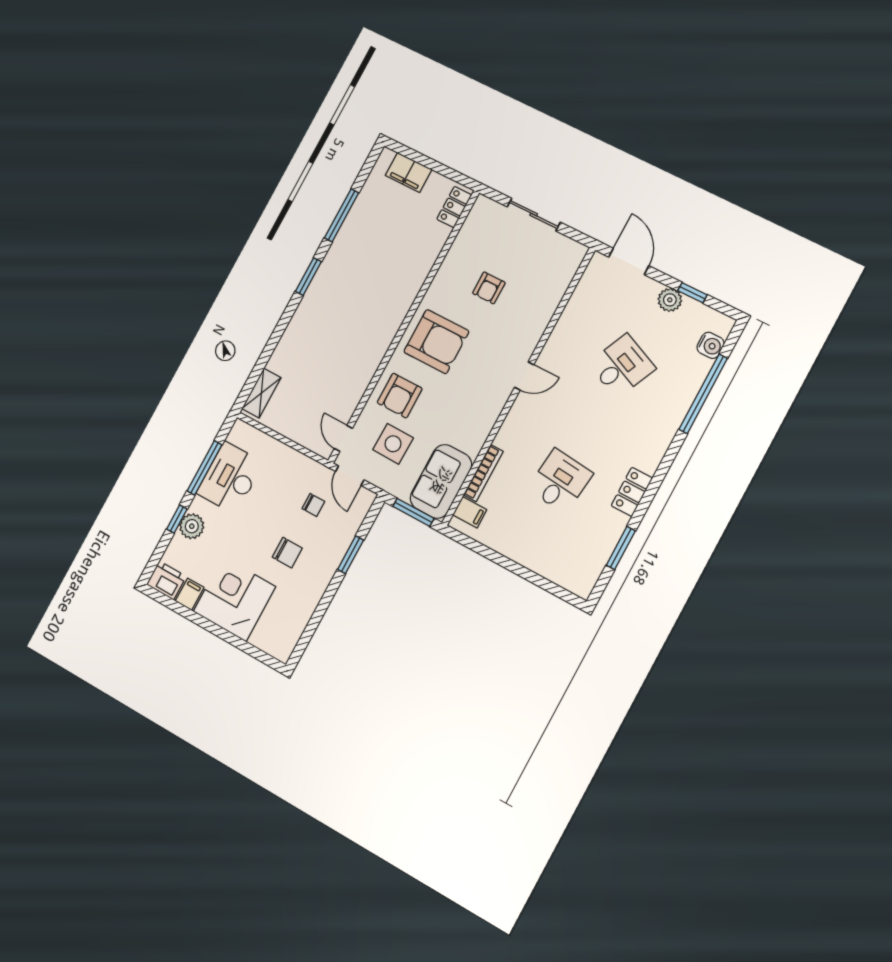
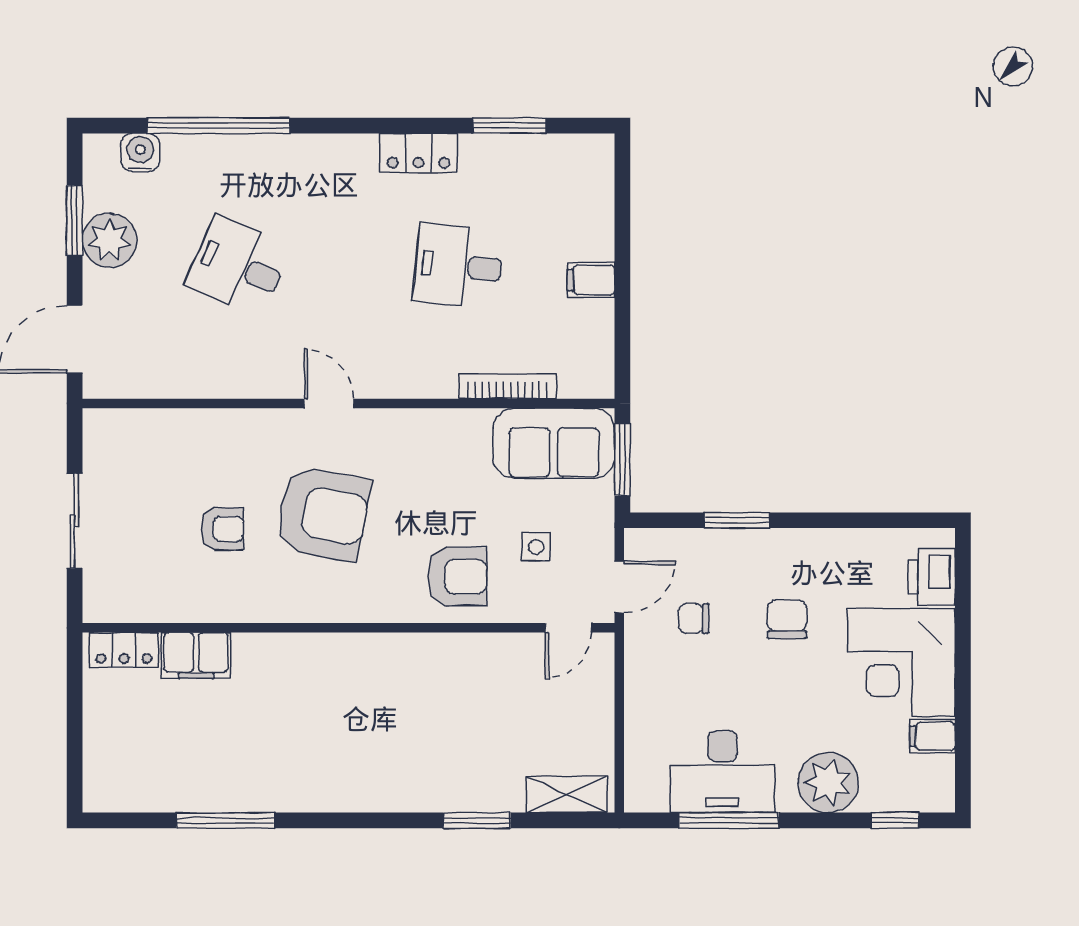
filing cabinet: (409, 172) -> (196, 655), moved, turned 90
window: (308, 277) -> (477, 820), moved
window: (692, 293) -> (75, 220), width x1.50
plant: (670, 300) -> (109, 240), width x1.36, depth x1.36
armchair: (436, 342) -> (323, 514), moved, turned 101
side table: (393, 444) -> (536, 547), width x0.54, depth x0.54
chair: (313, 505) -> (694, 618), turned -90
filing cabinet: (470, 512) -> (591, 280), moved, turned -90
window: (177, 519) -> (895, 820), moved
plant: (192, 526) -> (828, 783), width x1.36, depth x1.36
printer: (166, 580) -> (932, 577), moved

